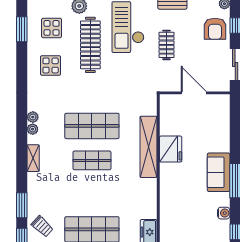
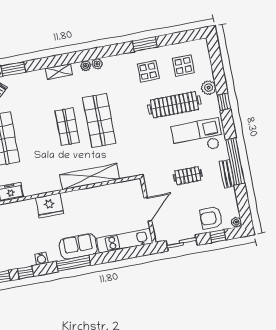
window: (22, 29) -> (145, 44), moved
kitchen unit: (222, 123) -> (125, 241), added
fridge: (171, 149) -> (49, 206), moved

